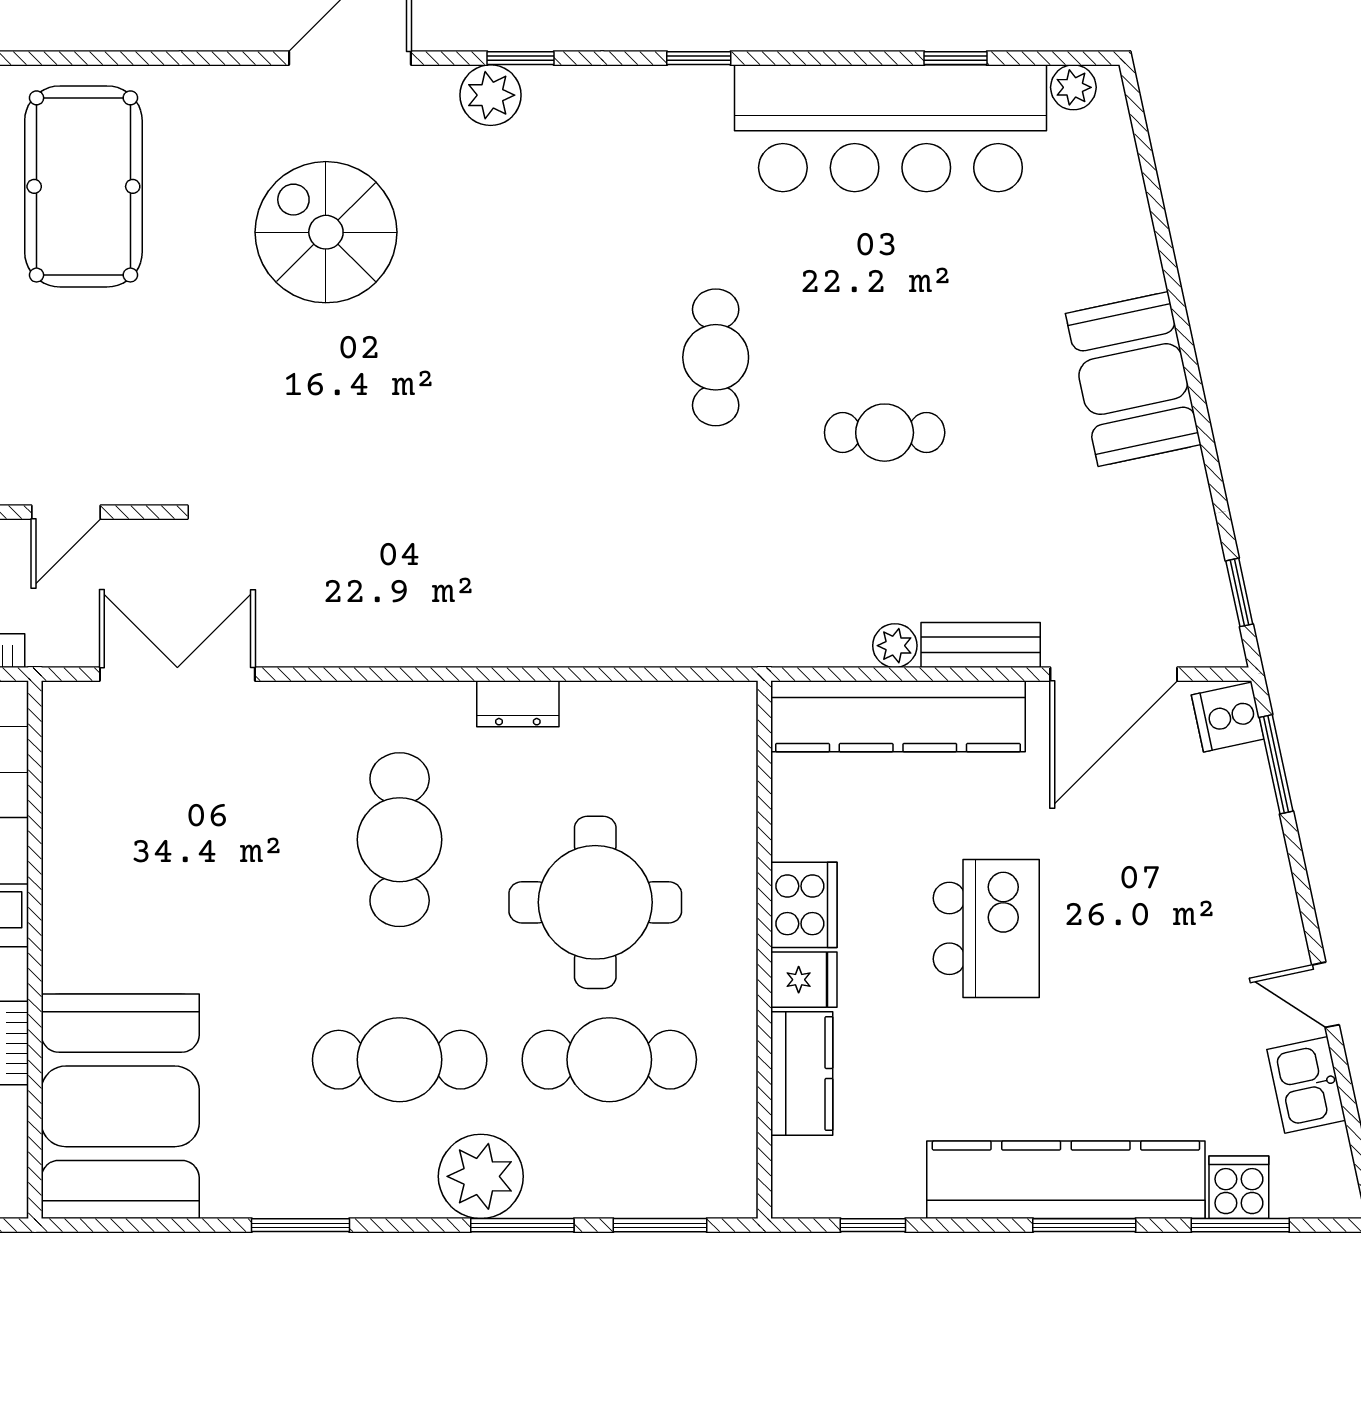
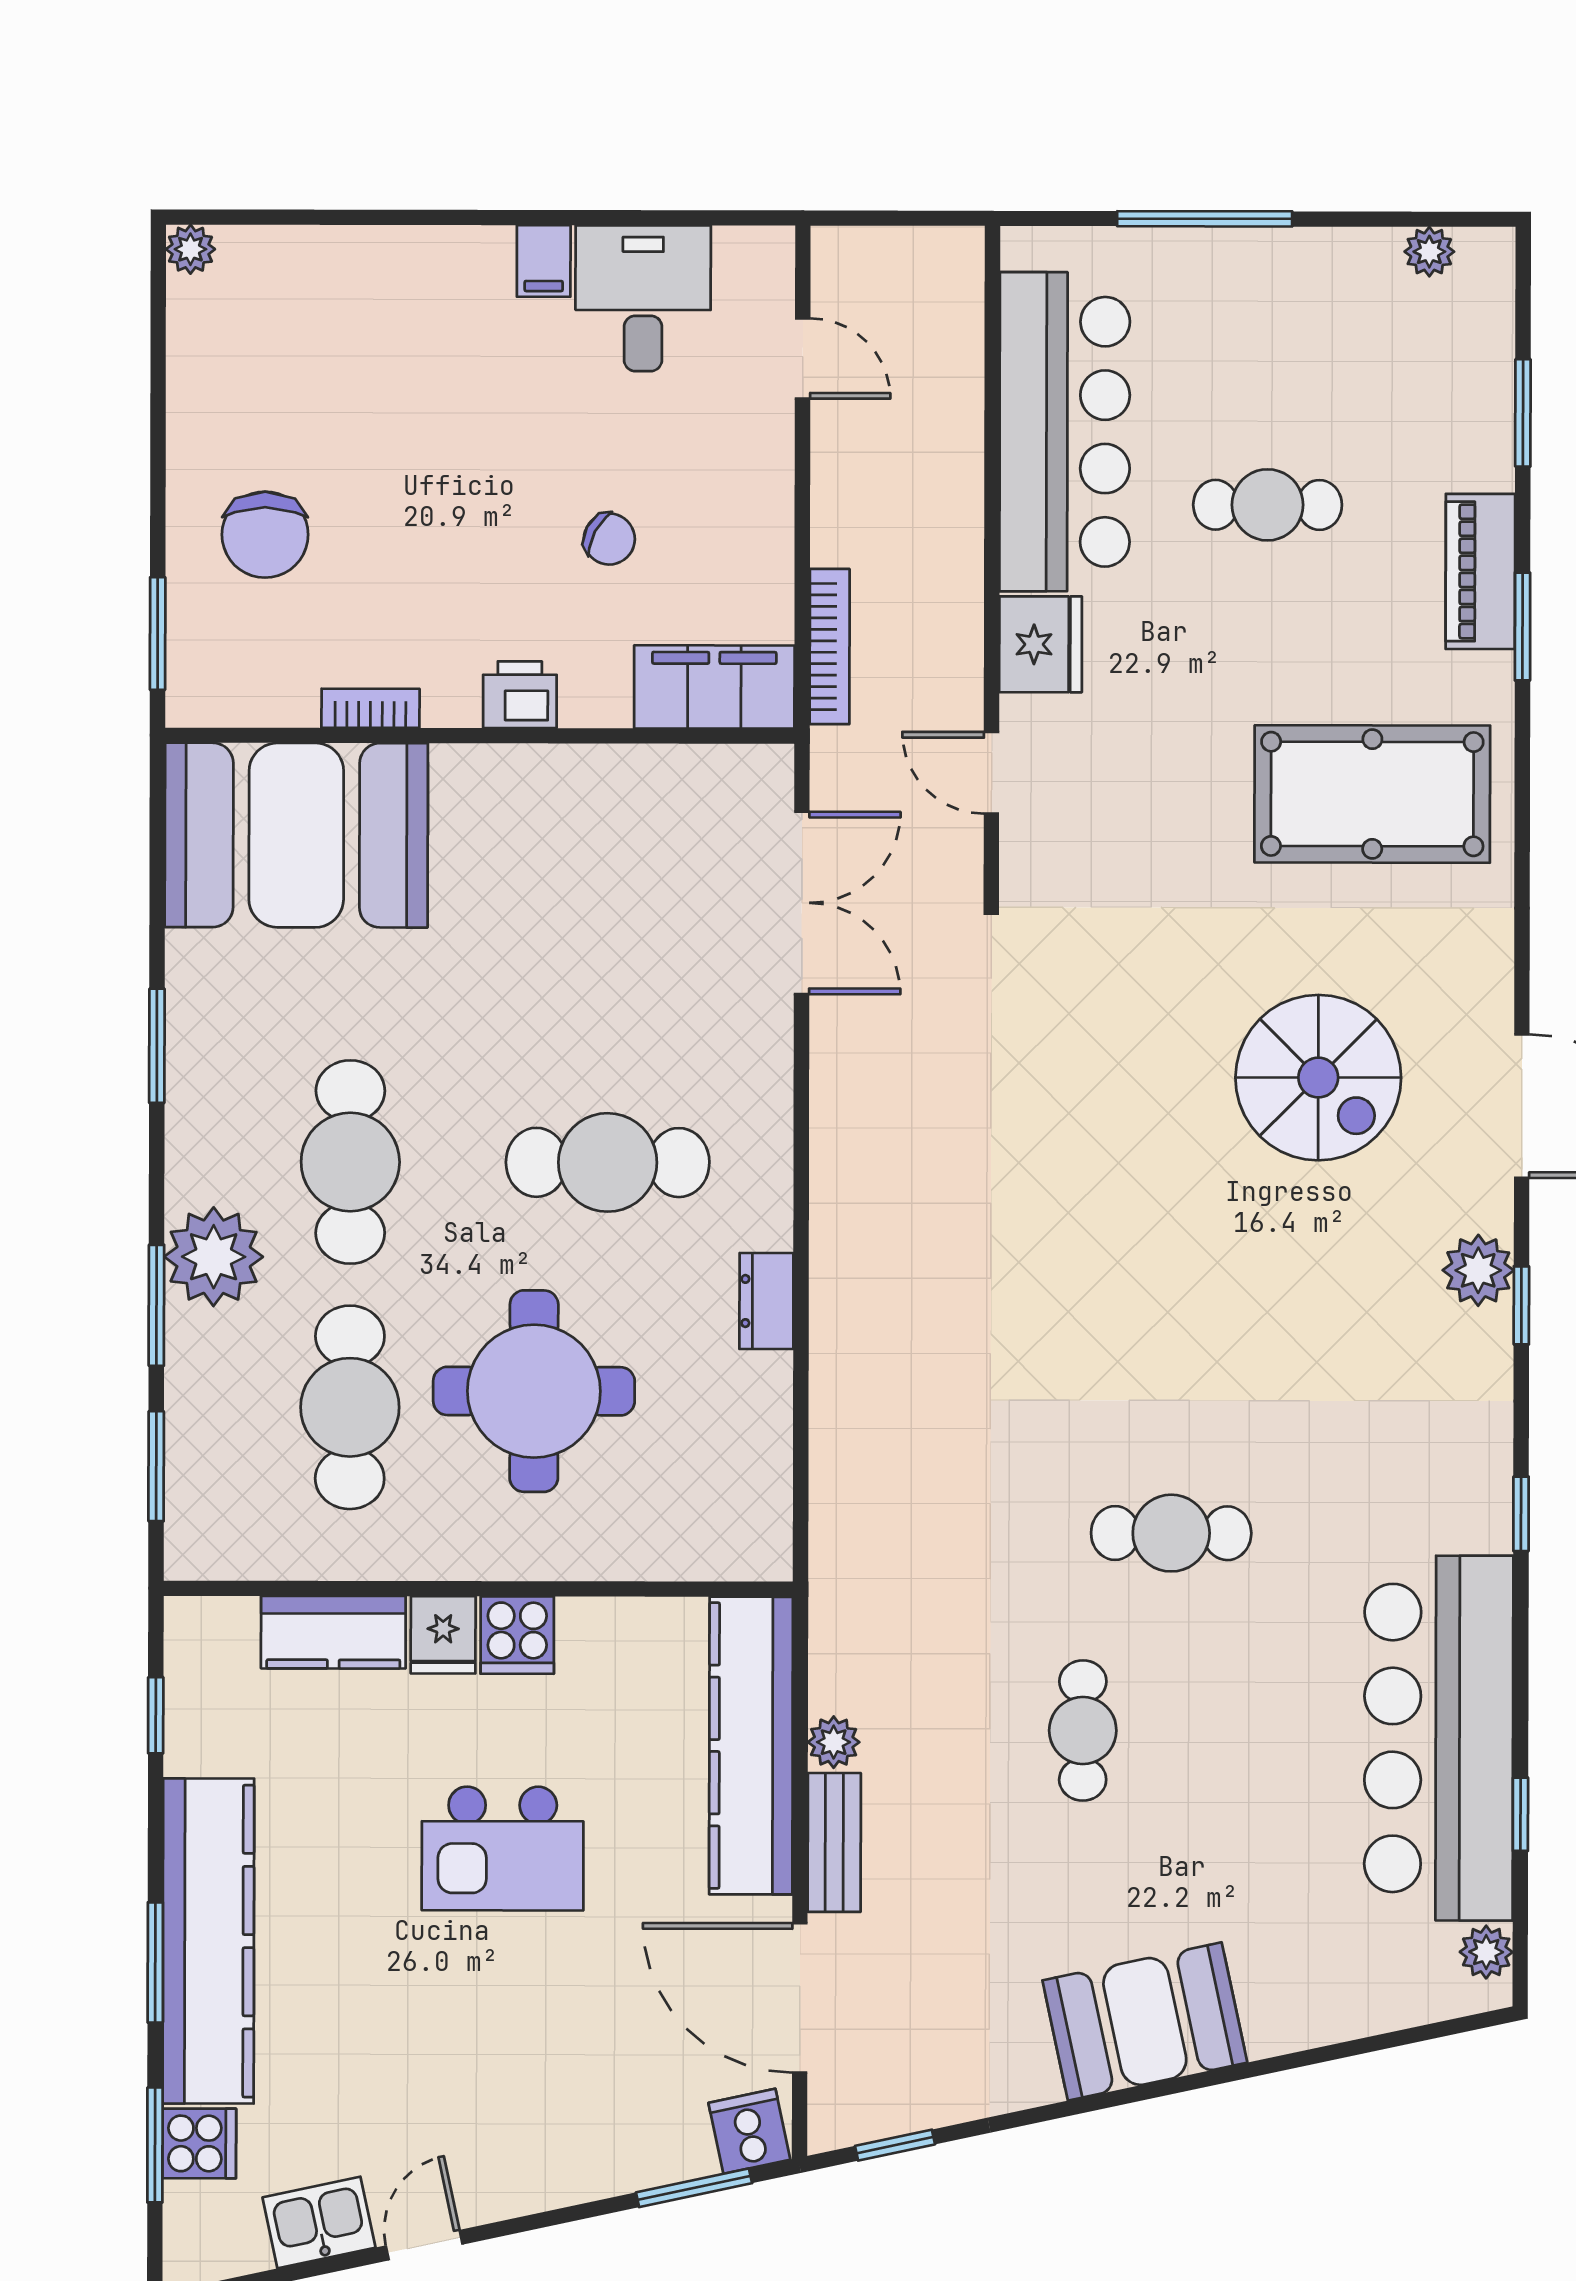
spiral stairs: (326, 232) -> (1318, 1078), turned 90
cooker: (804, 905) -> (517, 1635), width x0.73

